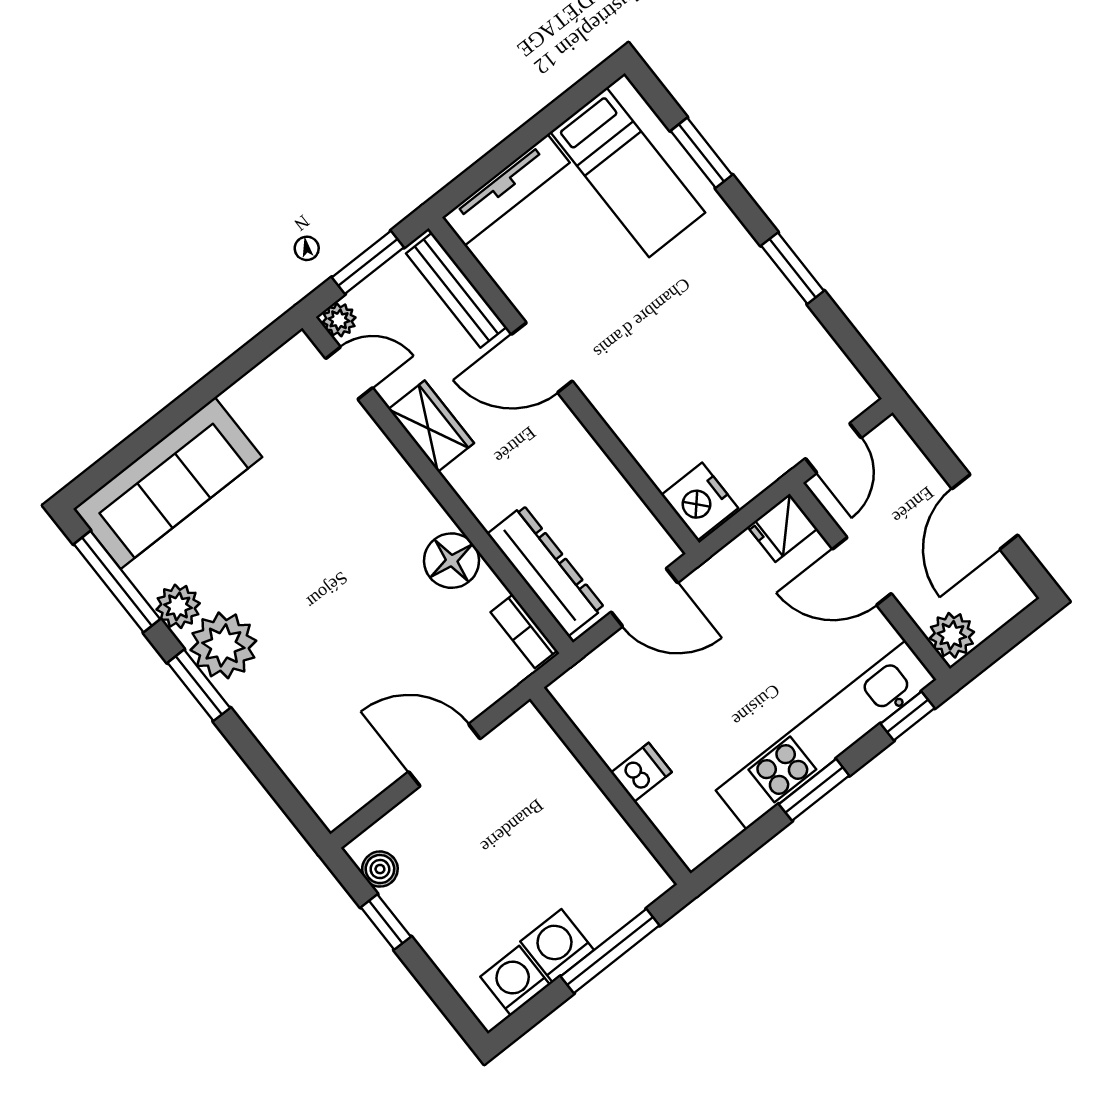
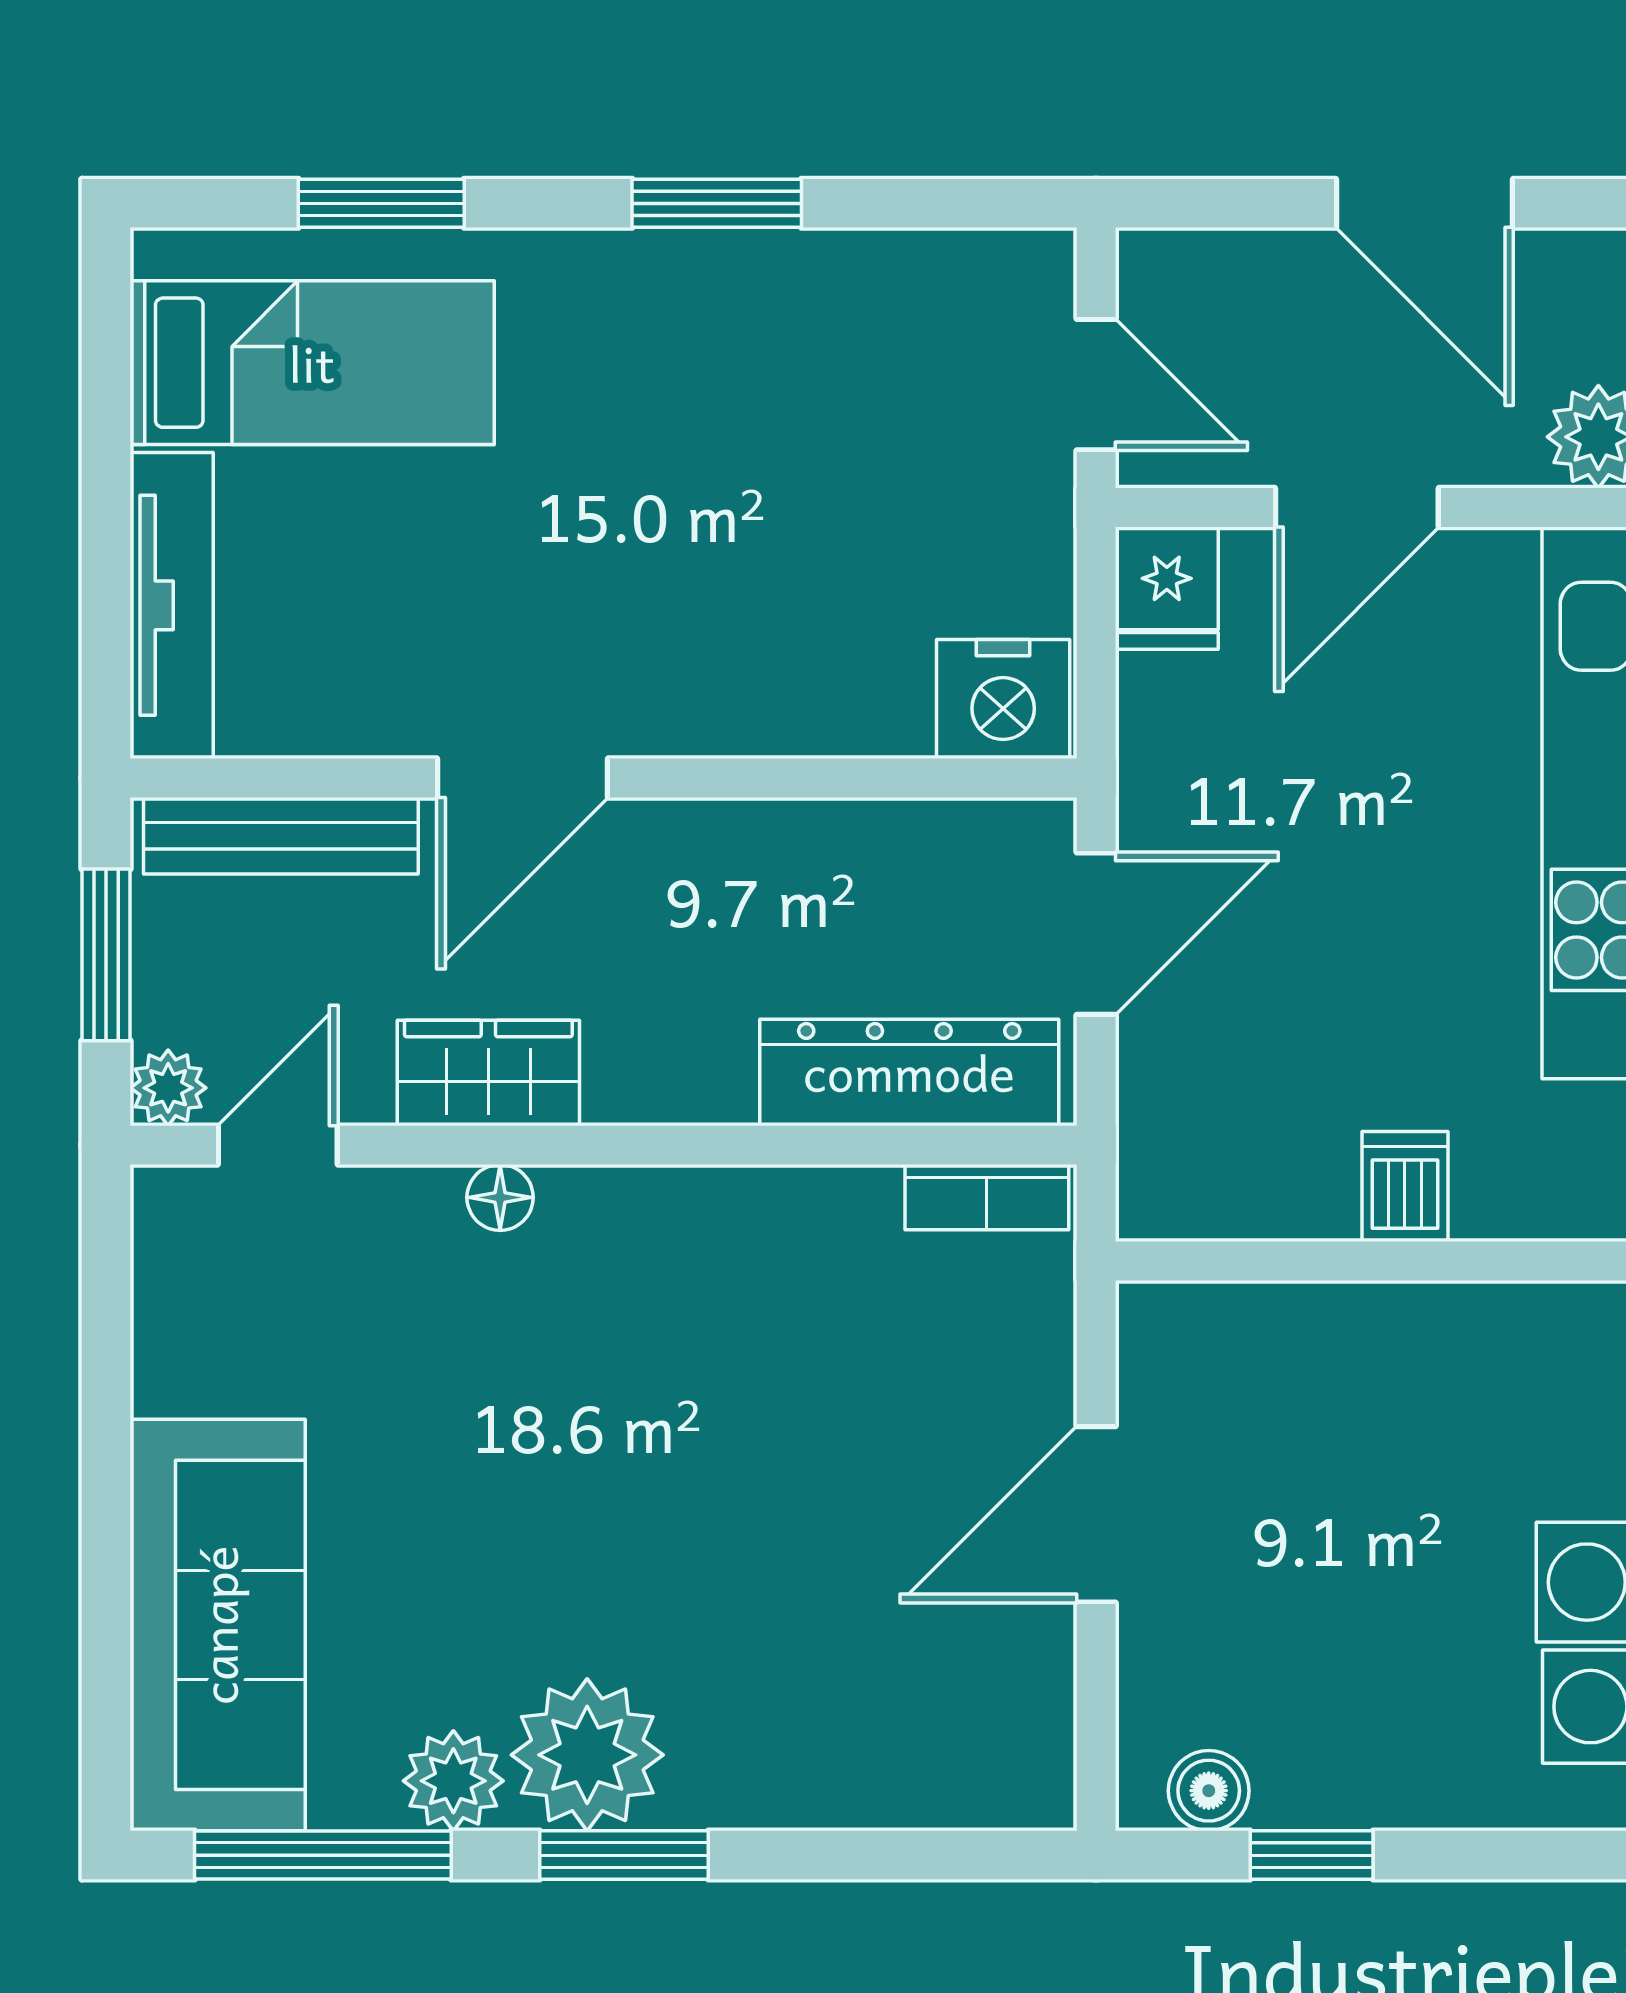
floor lamp: (452, 561) -> (500, 1197), moved, width x0.53, depth x0.53

